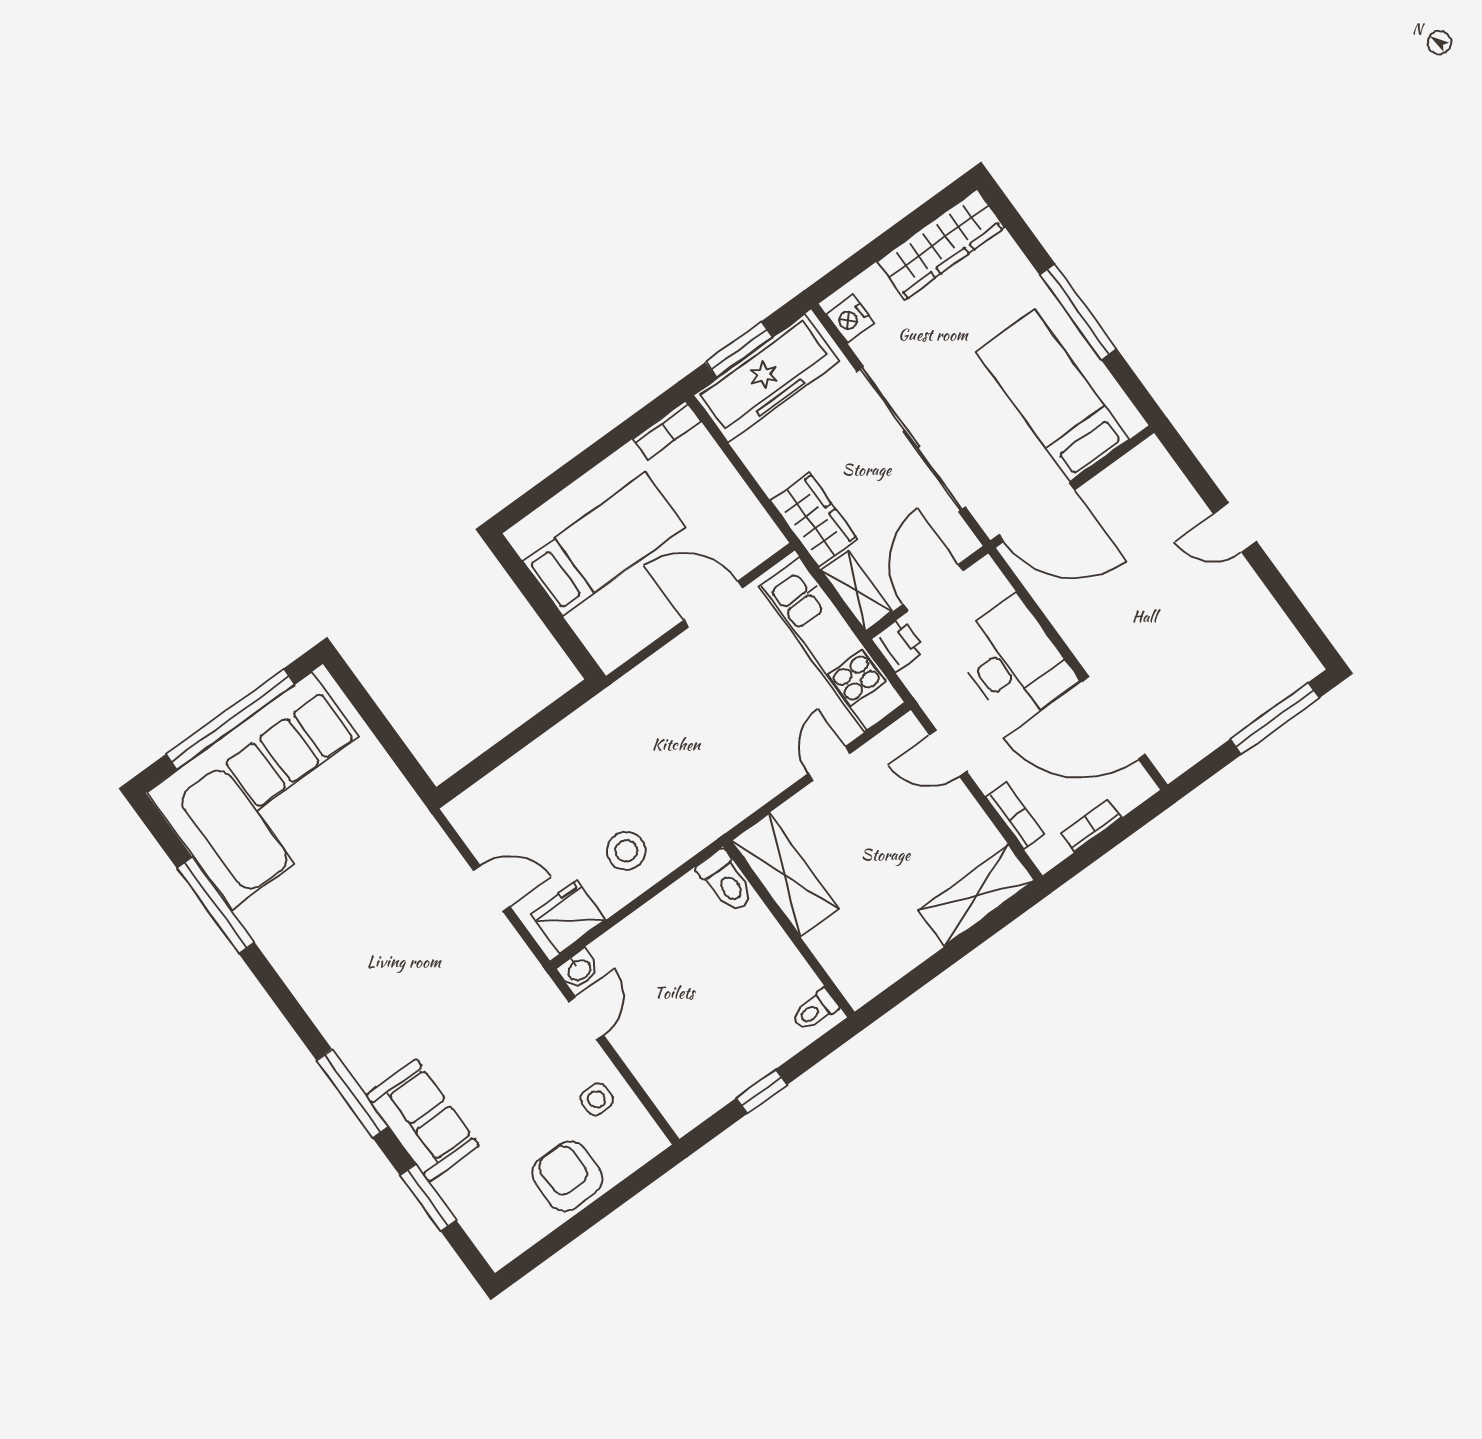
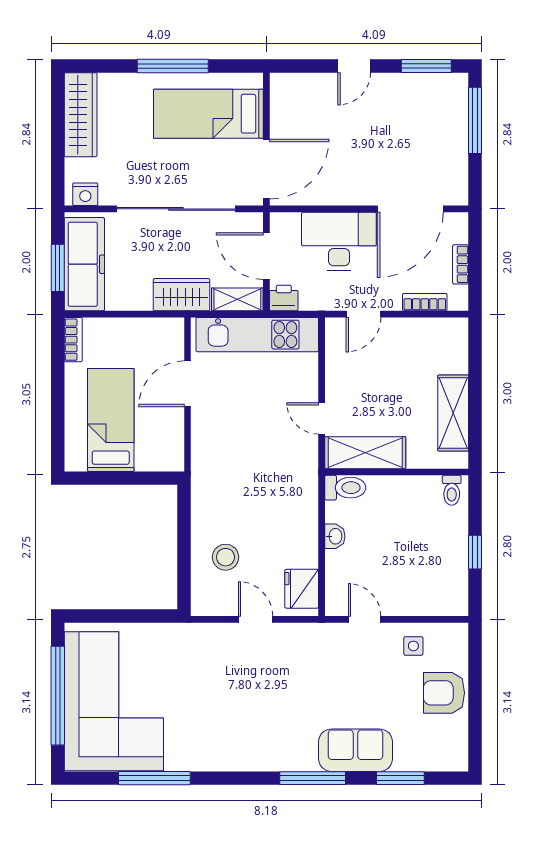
window: (1297, 613) -> (426, 66), added
door: (829, 764) -> (322, 418), moved
stool: (626, 851) -> (226, 557), moved
door: (492, 889) -> (256, 619), hinge flipped
shelving: (976, 896) -> (453, 413), moved
washbasin: (579, 969) -> (335, 536), moved

